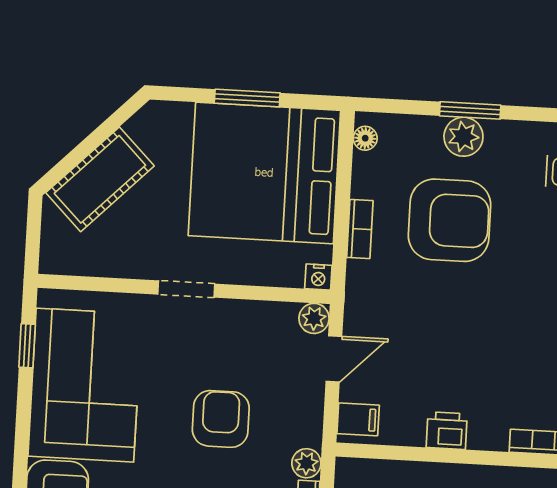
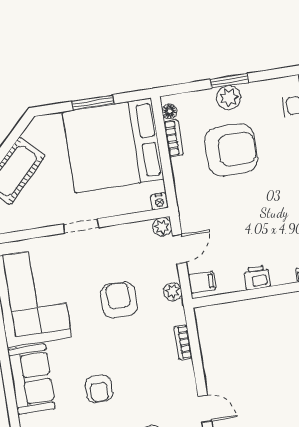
bookcase: (360, 229) -> (174, 138), moved
plant: (306, 463) -> (173, 292), moved

